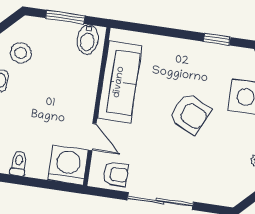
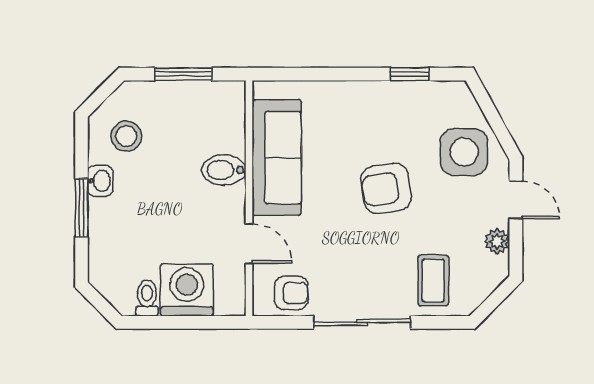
bidet: (88, 40) -> (224, 170), moved, turned 90
armchair: (190, 114) -> (386, 188), turned 146
washing machine: (68, 165) -> (187, 290), moved
coffee table: (212, 180) -> (433, 281), added

